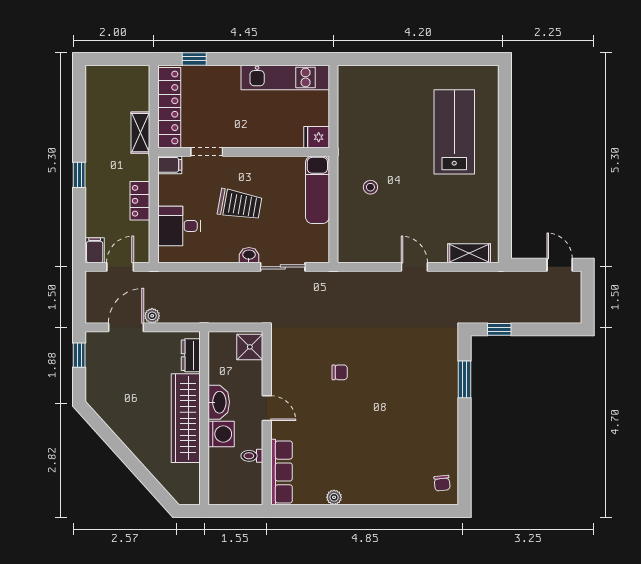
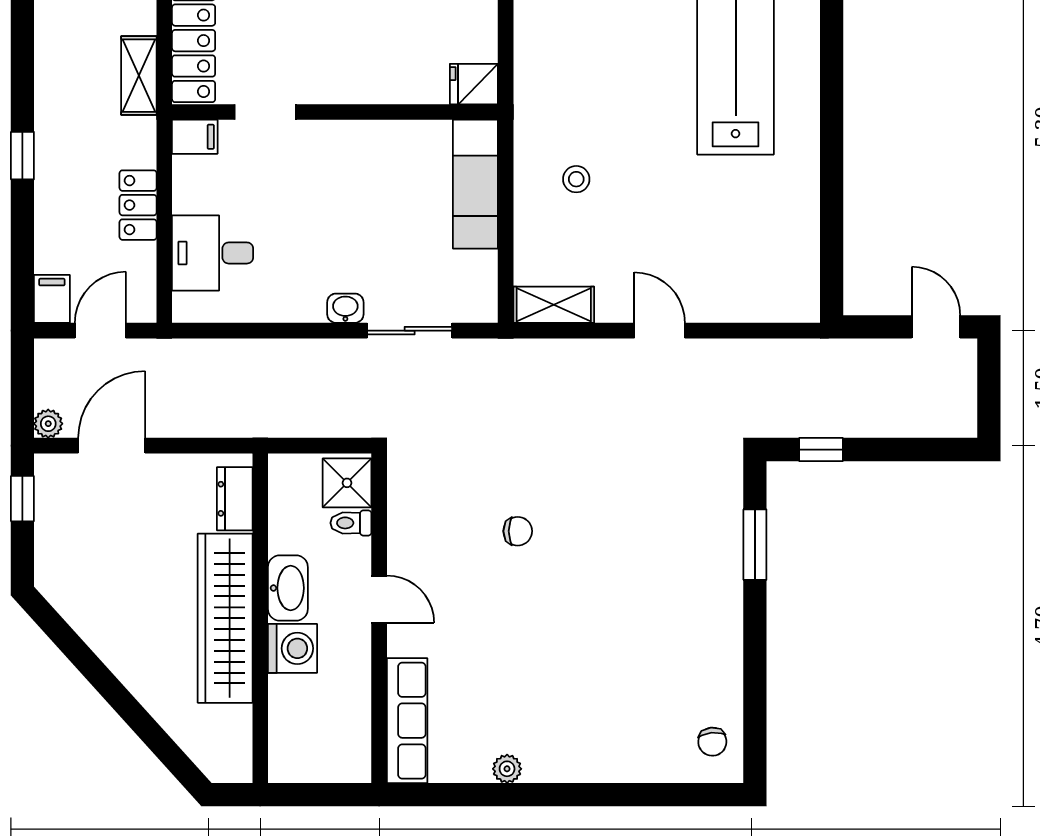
trolley: (240, 205) -> (328, 212), removed
shelving: (469, 253) -> (554, 305), moved
plant: (152, 316) -> (48, 424), moved
toilet: (252, 456) -> (351, 523), moved

